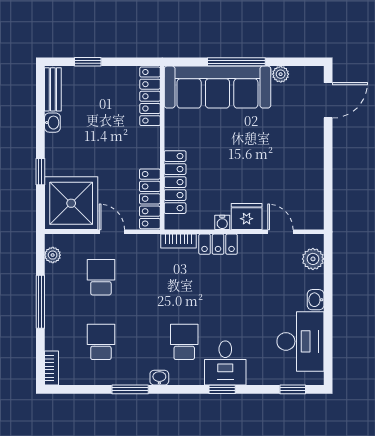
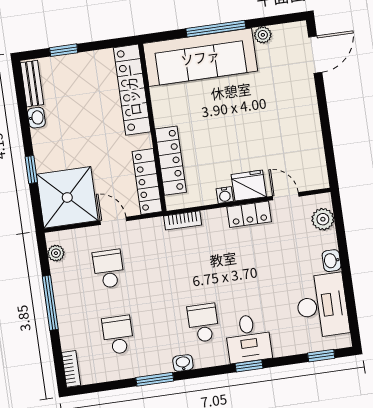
locker: (150, 96) -> (132, 90), width x1.41, depth x1.21
locker: (218, 244) -> (249, 214), moved

